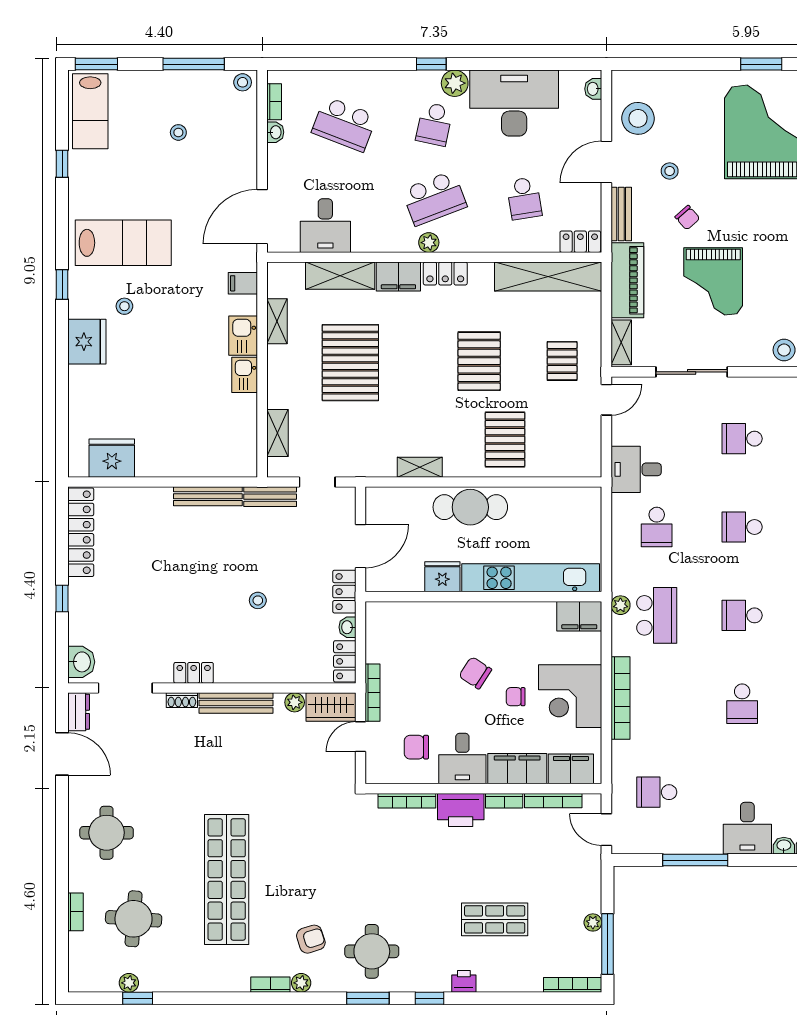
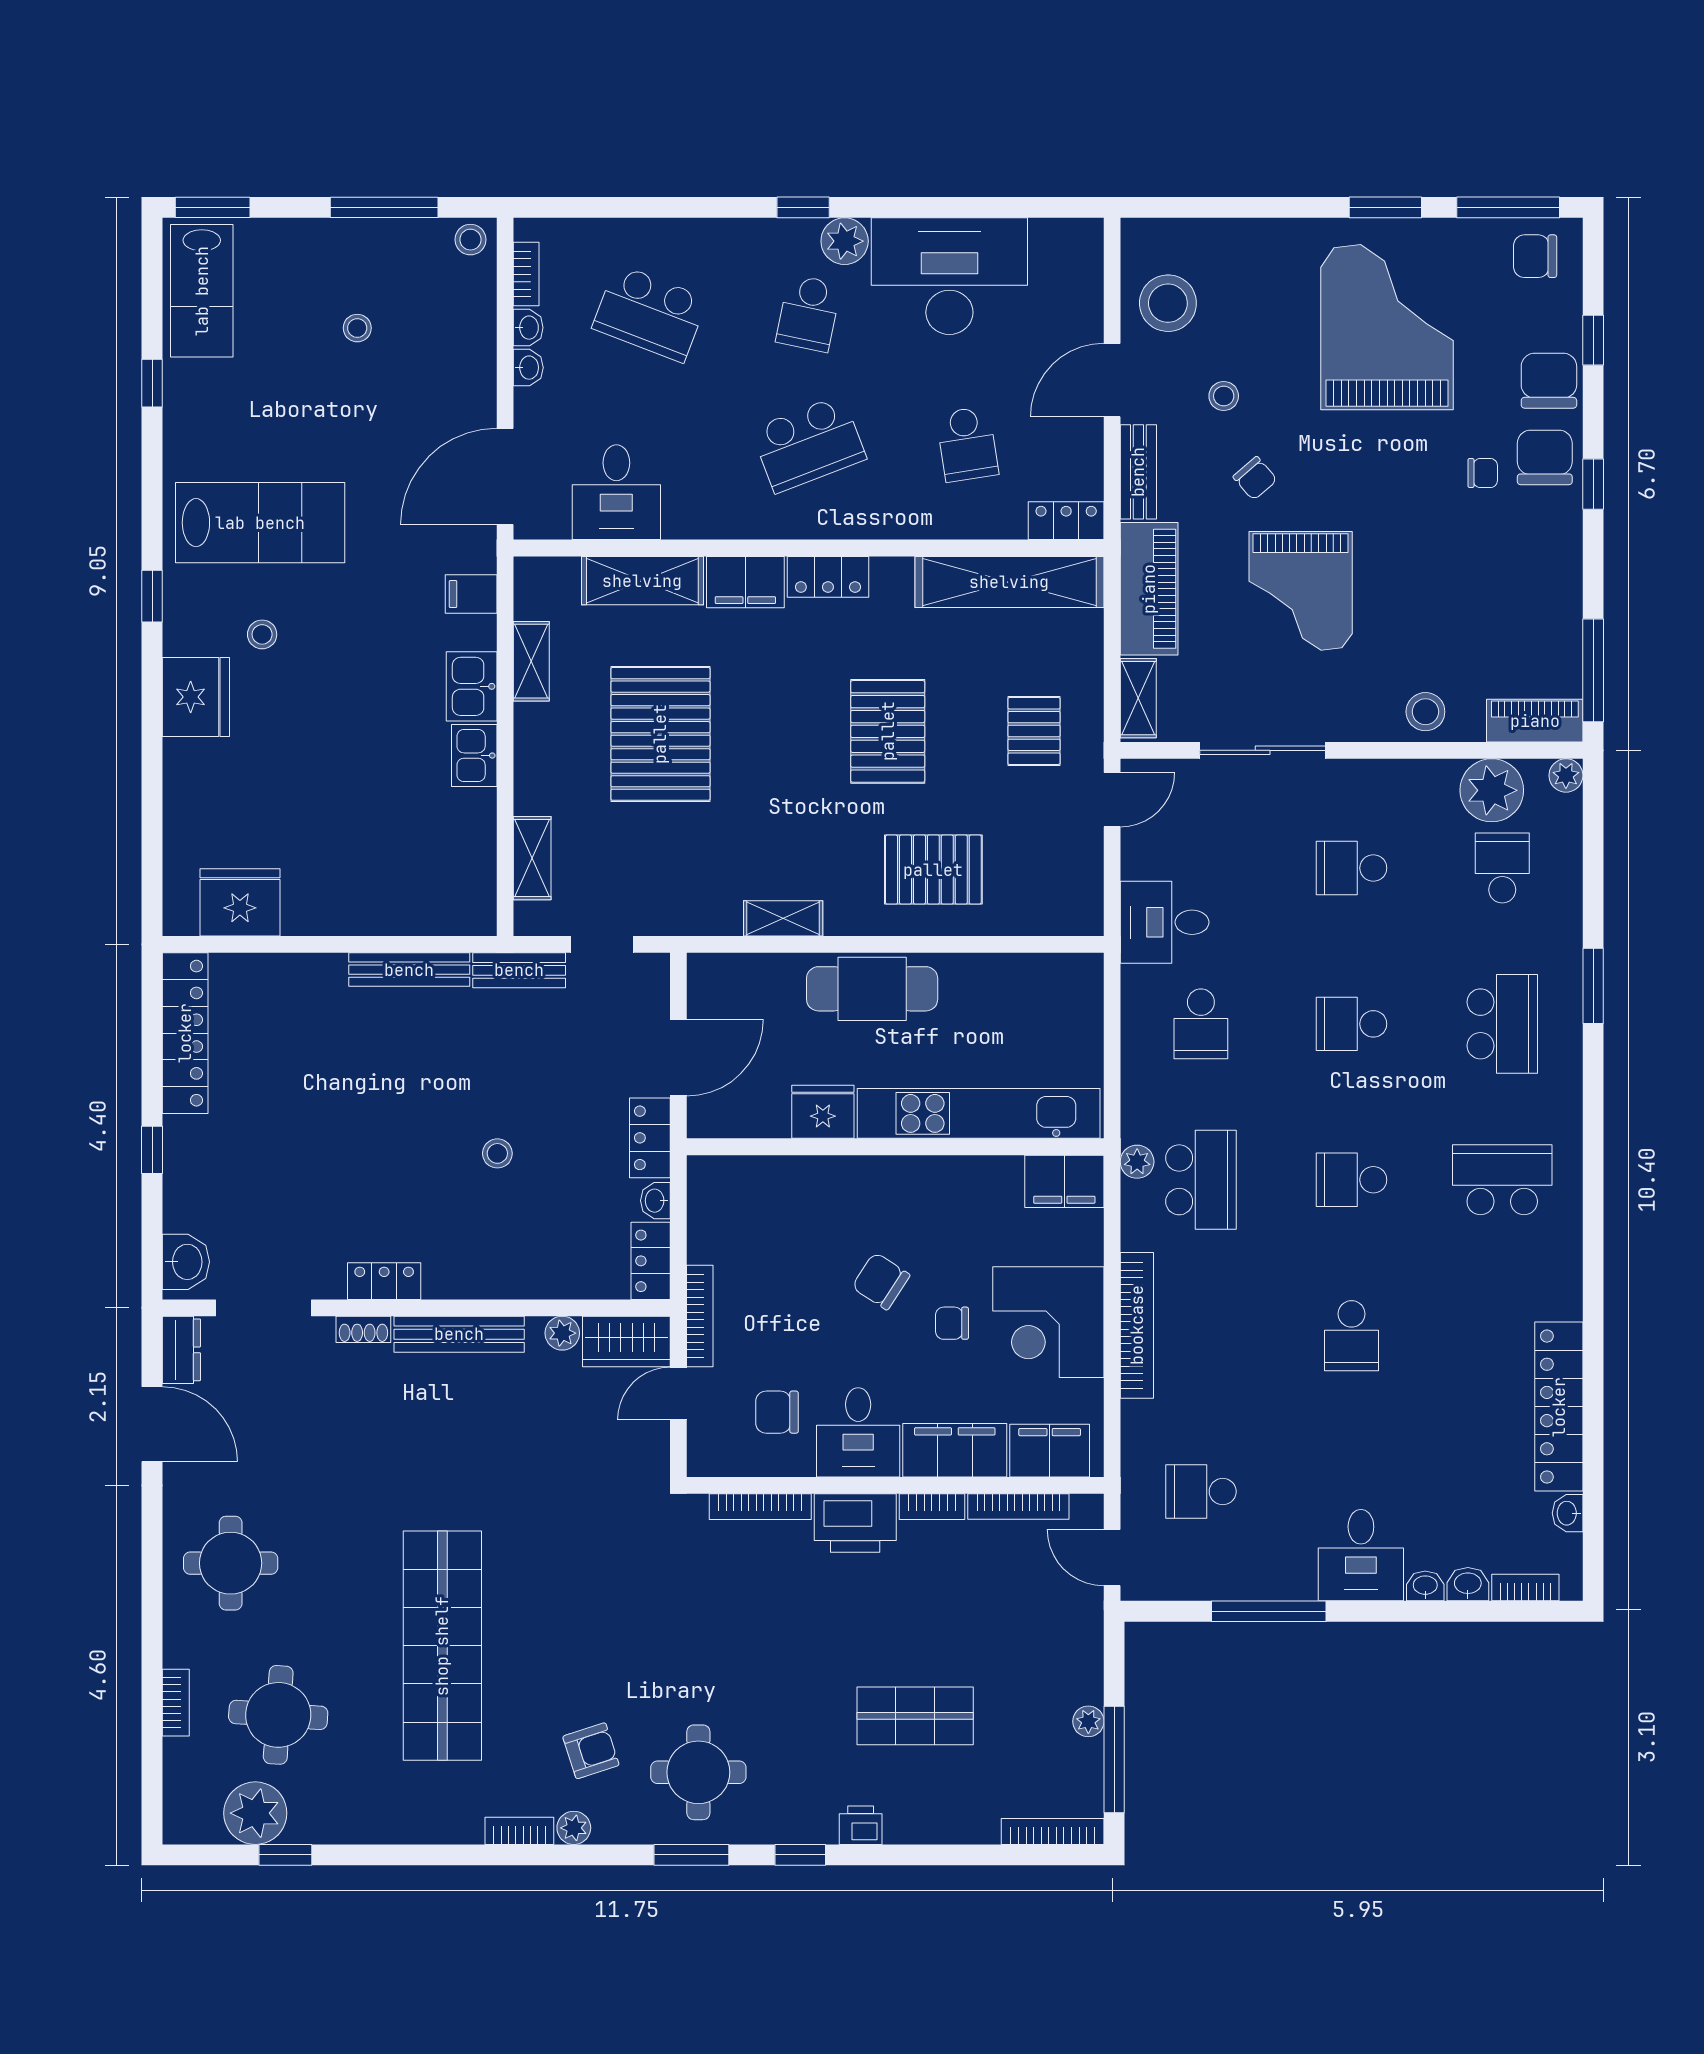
washbasin: (593, 89) -> (528, 368), moved, turned 180
plant: (429, 243) -> (799, 522), removed
pallet: (505, 439) -> (933, 870), turned 90
plant: (129, 983) -> (255, 1813), width x1.88, depth x1.88

